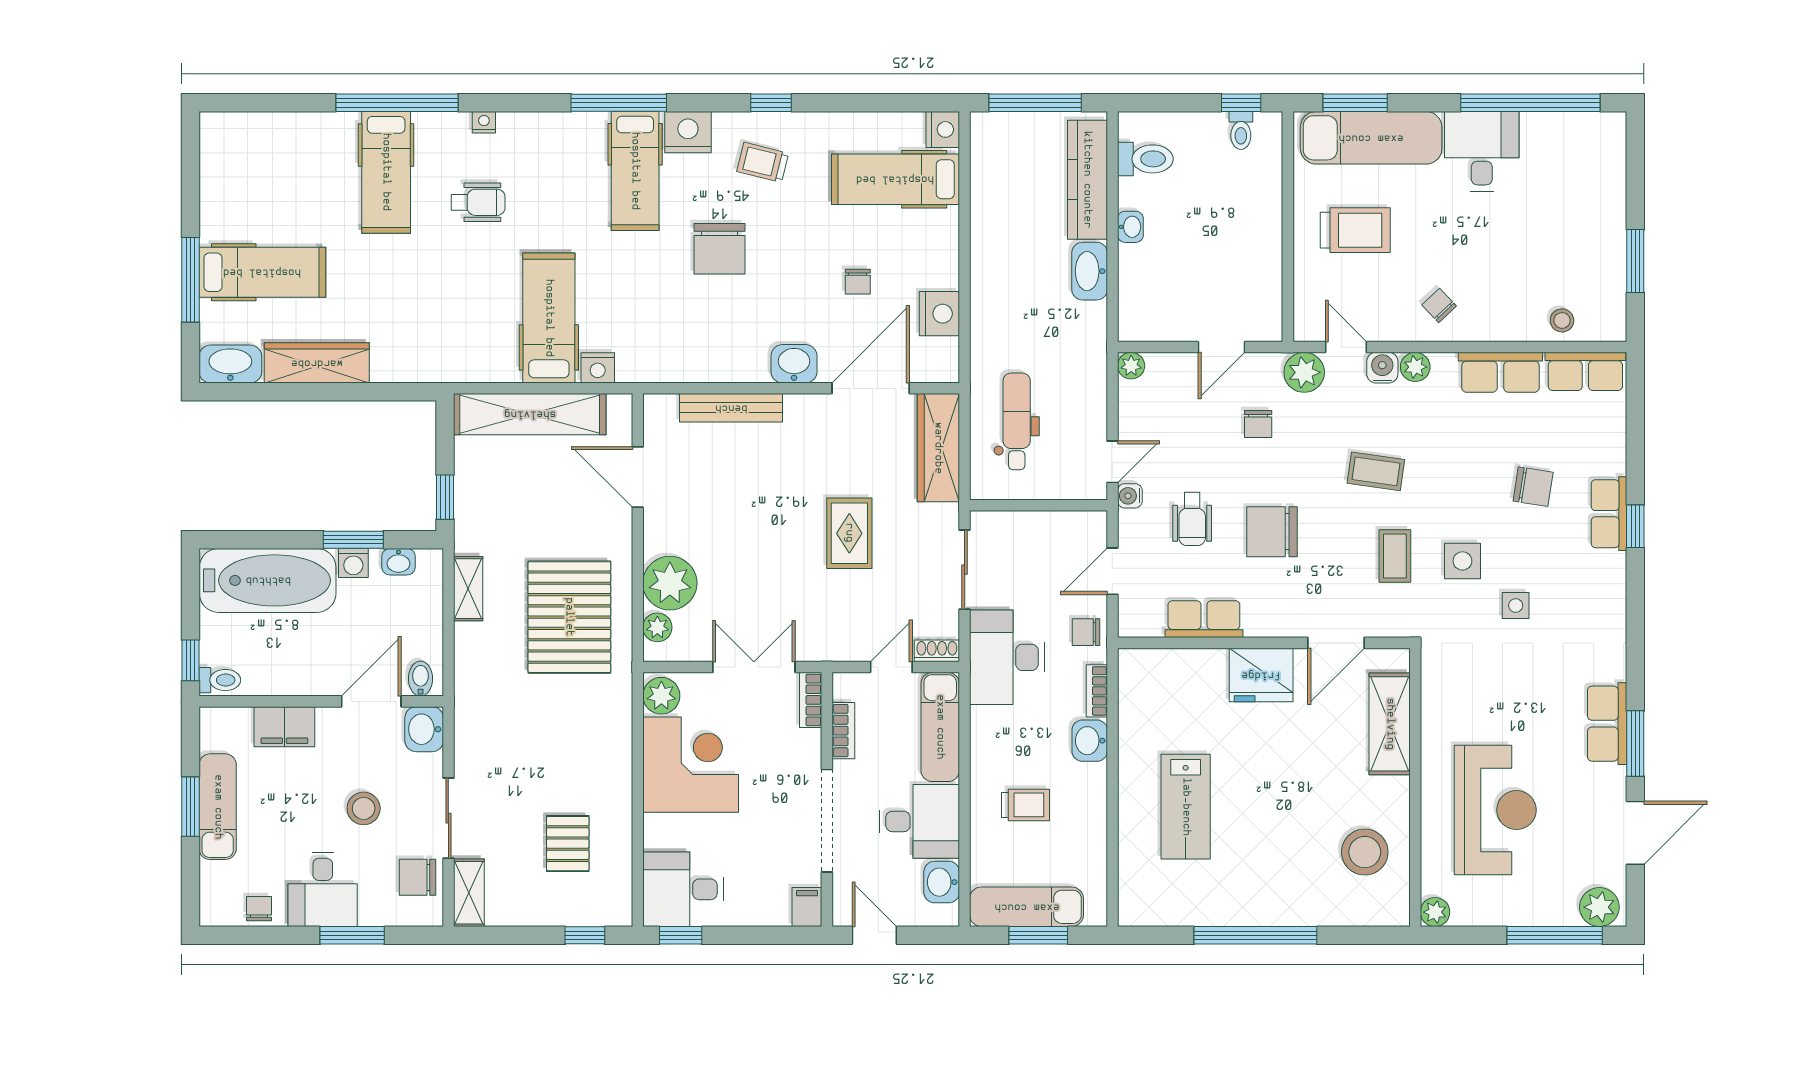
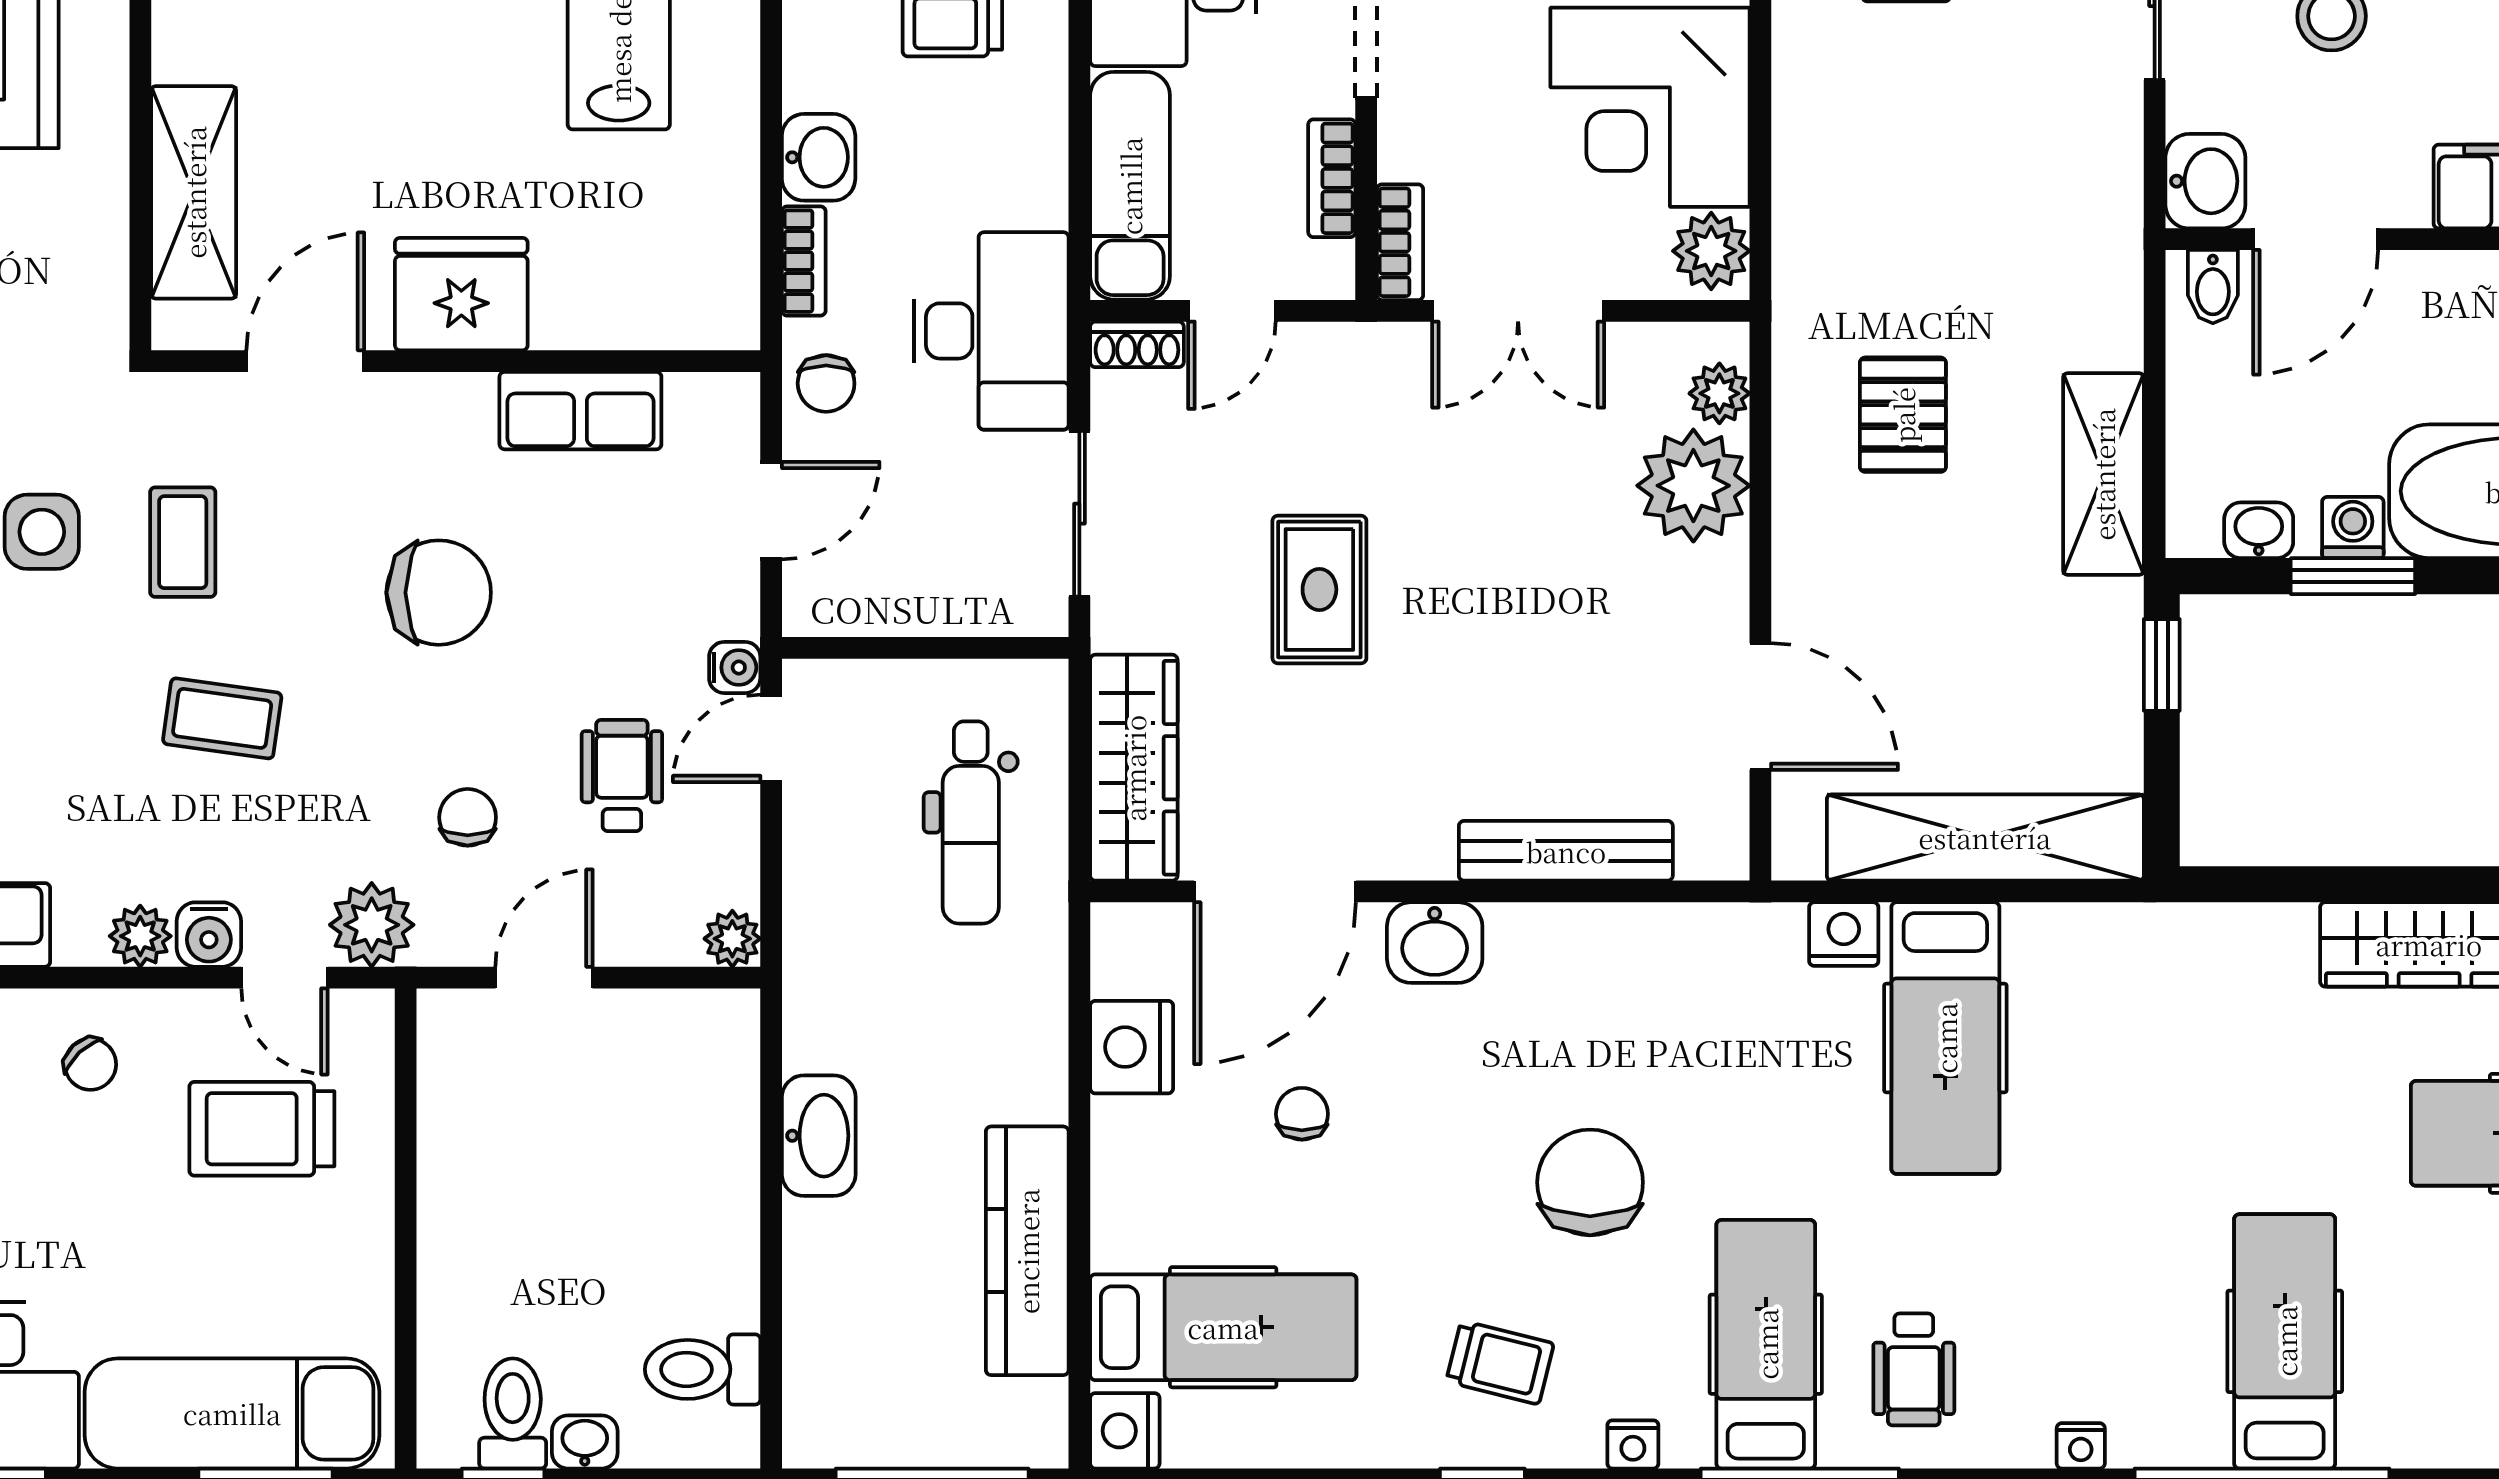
toilet: (1241, 130) -> (513, 1413), width x1.37, depth x1.39
nightstand: (688, 132) -> (1633, 1444), width x0.53, depth x0.56
kitchen counter: (1087, 180) -> (1027, 1251), moved, turned 180
wheelchair: (478, 202) -> (1914, 1369), moved, turned -90
washbasin: (1130, 227) -> (585, 1442), moved, turned 90
trolley: (1355, 230) -> (262, 1129), moved
wheelchair: (1192, 519) -> (622, 776), moved
shelving: (468, 589) -> (2103, 474), width x1.50, depth x1.33
pallet: (569, 617) -> (1903, 415), width x0.49, depth x0.50
chair: (1086, 632) -> (826, 383), turned 90

